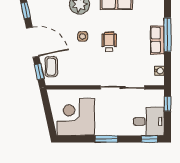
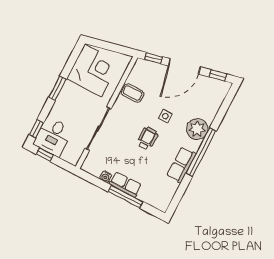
wheelchair: (109, 42) -> (147, 138), turned -90
coffee table: (51, 67) -> (133, 93), moved
water cooler: (159, 71) -> (106, 177), moved
window: (167, 104) -> (45, 155), moved

